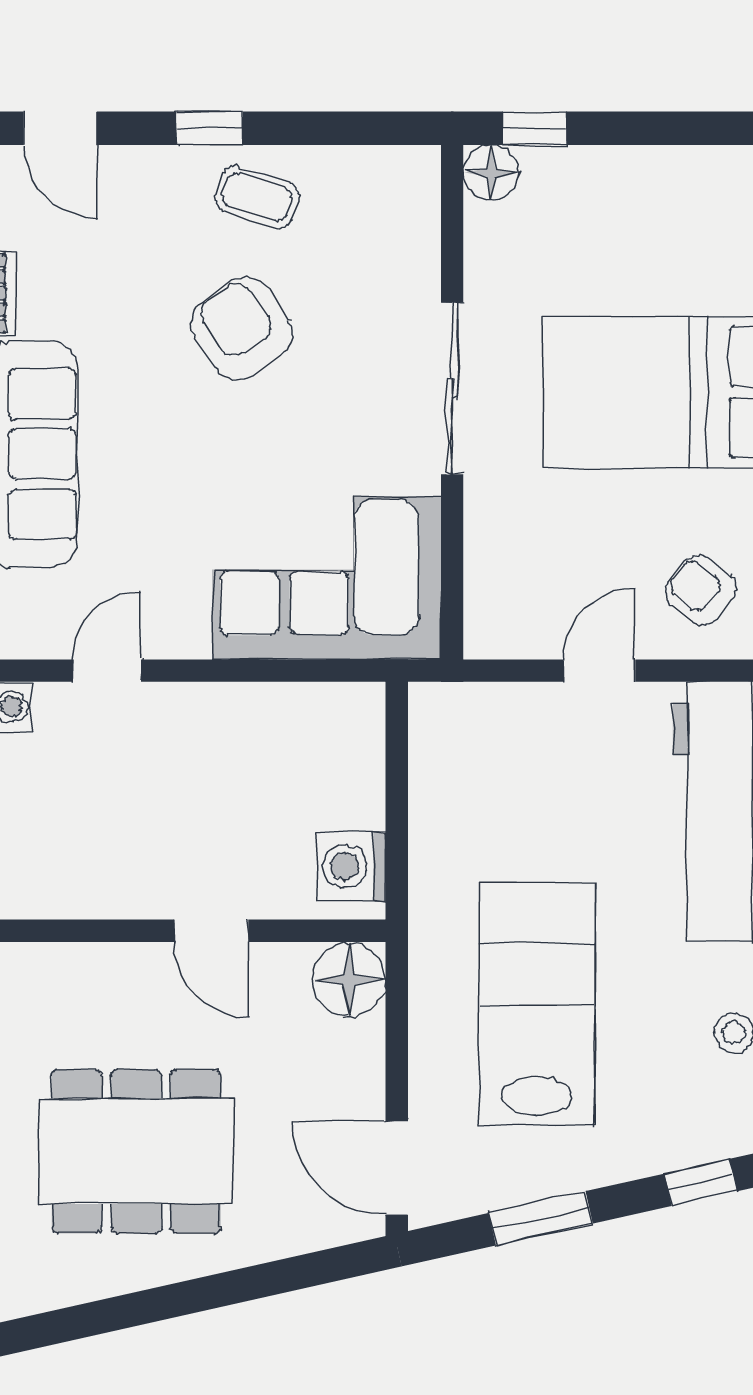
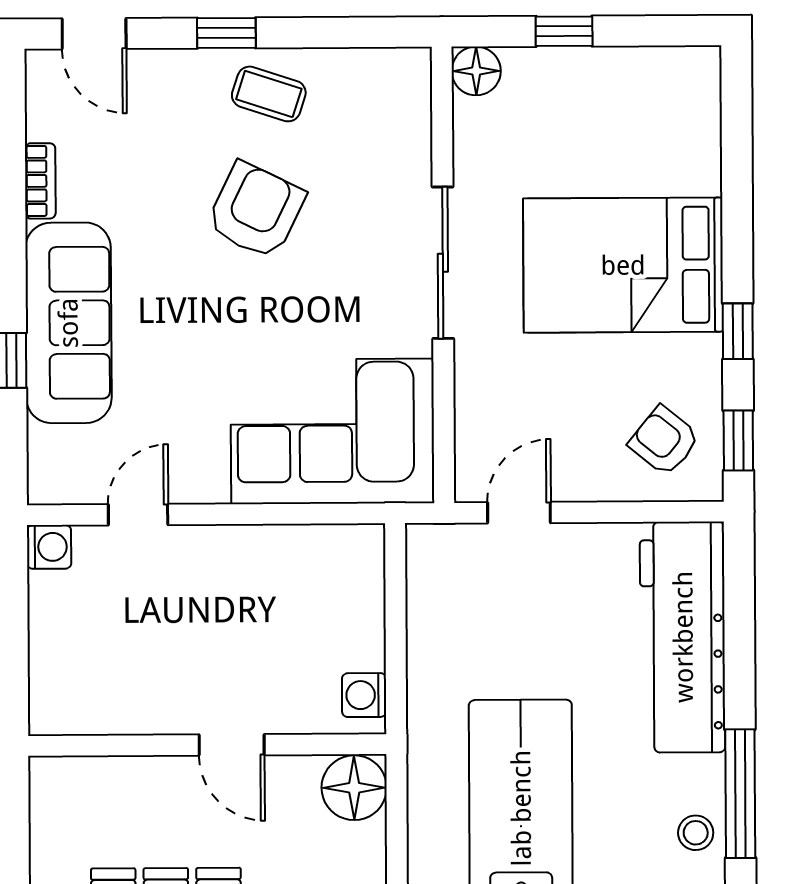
window: (535, 128) -> (564, 31), moved
armchair: (242, 328) -> (256, 210), turned 60
door: (599, 671) -> (519, 513), moved
washing machine: (352, 866) -> (364, 695), width x0.73, depth x0.73

